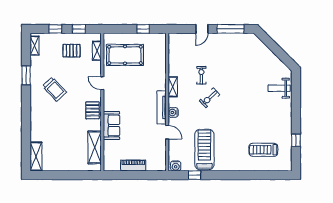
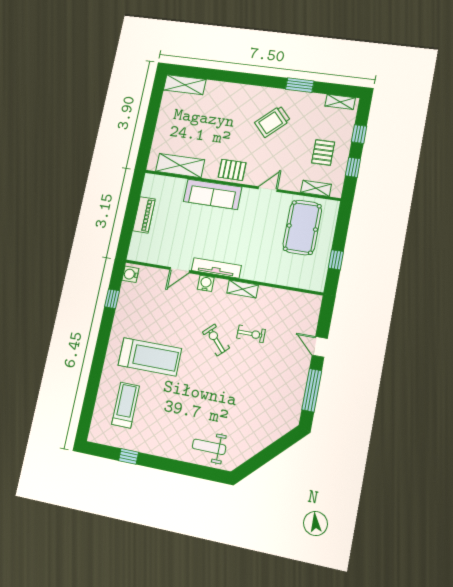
weight bench: (279, 88) -> (209, 447), turned -90
sofa: (111, 125) -> (213, 194), width x1.36
treadmill: (204, 150) -> (150, 357), moved

